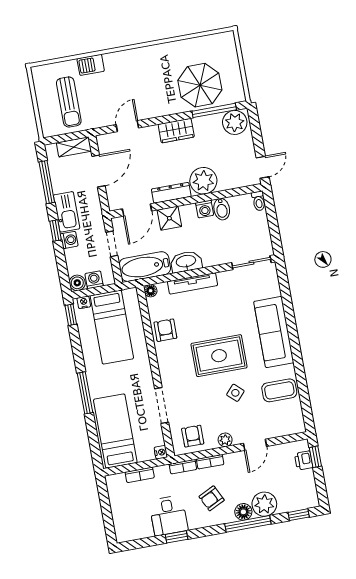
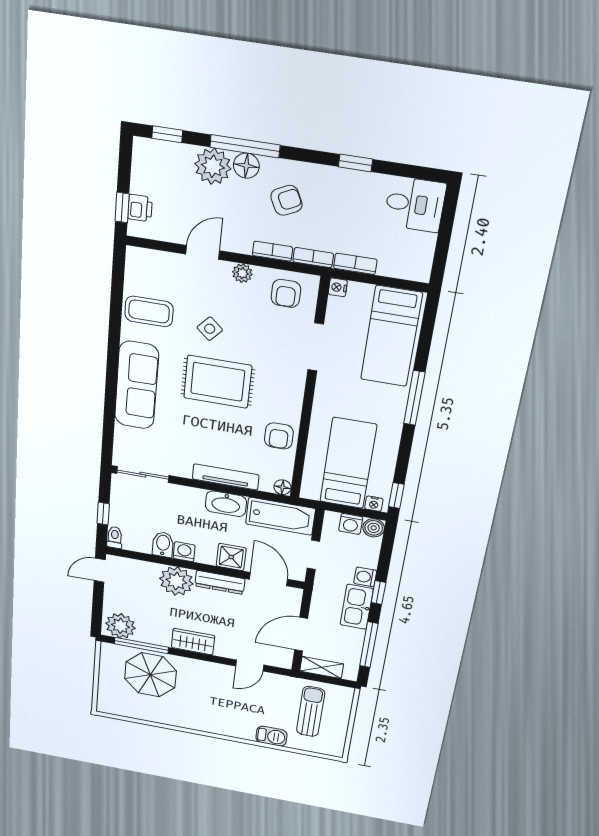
door: (137, 210) -> (269, 579), hinge flipped
window: (272, 218) -> (103, 514), added
bookcase: (140, 475) -> (355, 264), moved
desk: (169, 516) -> (415, 204), moved, turned 90

